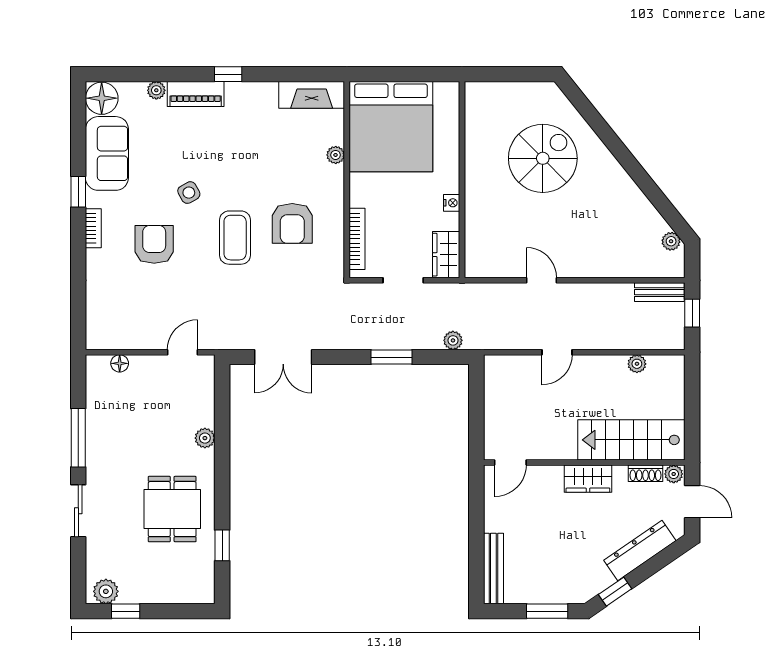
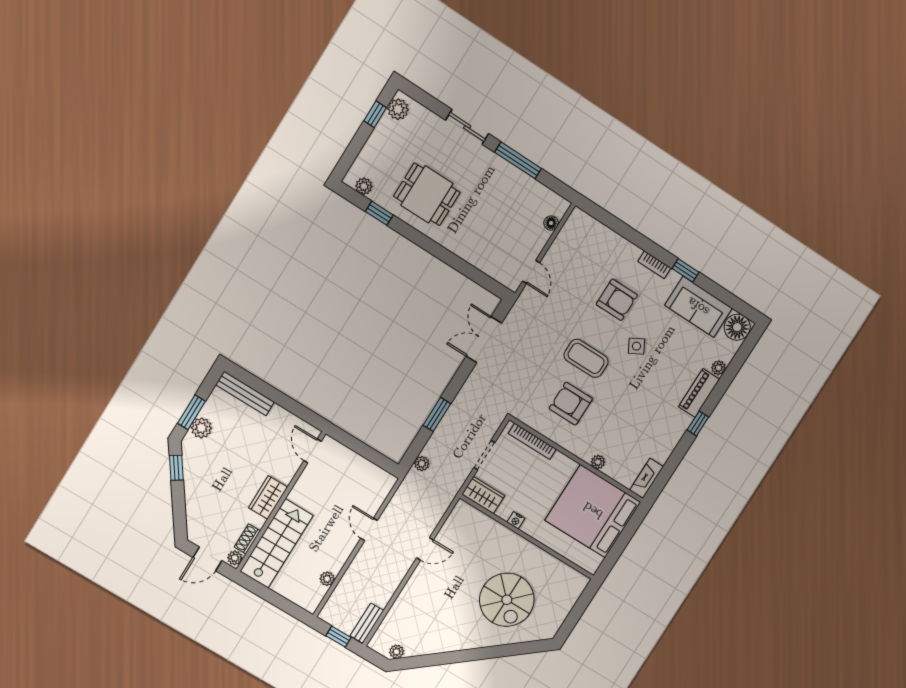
fireplace: (312, 95) -> (646, 478), width x0.73, depth x0.76
plant: (205, 438) -> (364, 186), moved
dresser: (640, 551) -> (195, 503), removed
plant: (557, 591) -> (201, 428), added

